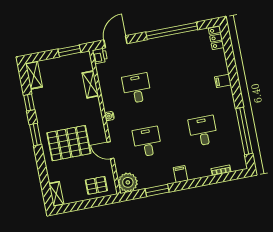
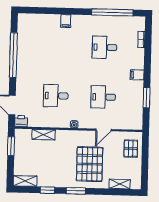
locker: (216, 38) -> (28, 19), removed
plant: (128, 182) -> (134, 121), removed
shelving: (56, 194) -> (120, 184), moved

